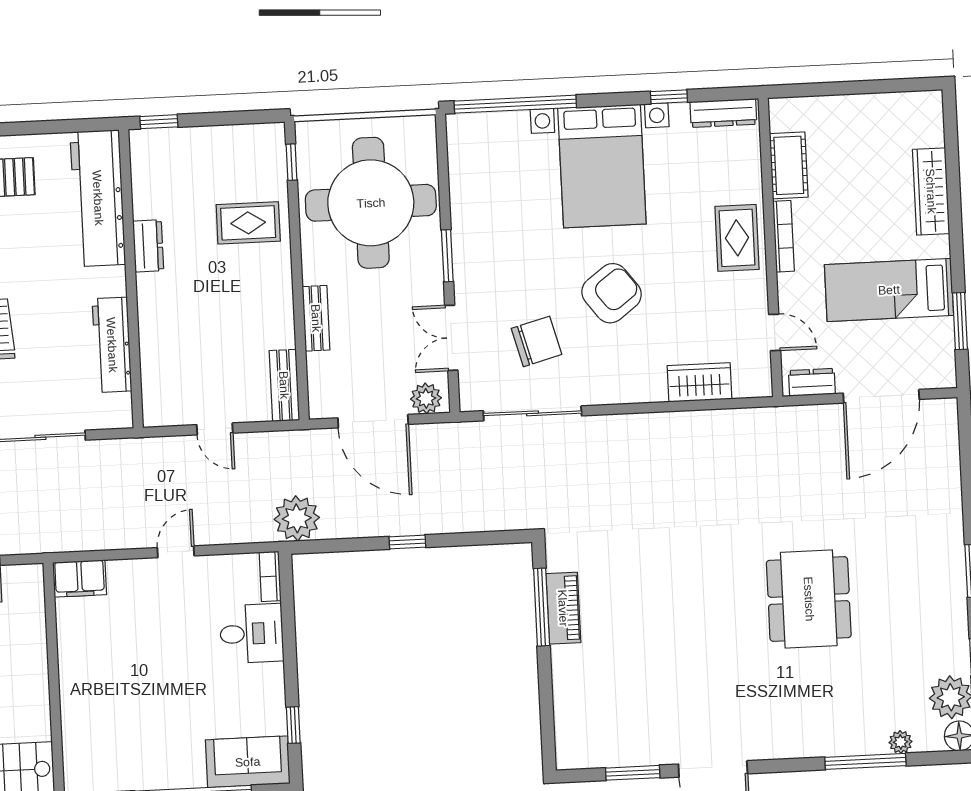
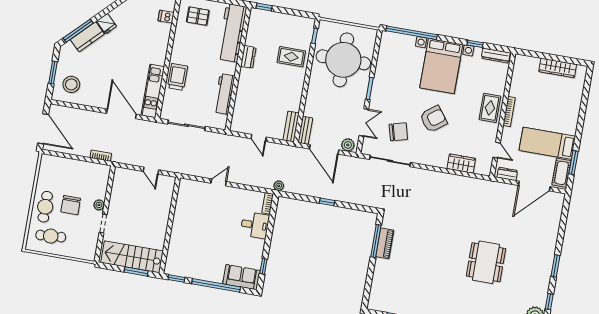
cot: (789, 165) -> (562, 173), moved
wardrobe: (931, 191) -> (558, 68), moved, turned -90
bench: (316, 318) -> (305, 130), moved
double door: (451, 338) -> (364, 122), swing flipped
plant: (297, 518) -> (279, 186), width x0.53, depth x0.53
door: (176, 552) -> (219, 182), moved
filing cabinet: (80, 578) -> (189, 187), removed

